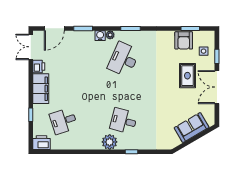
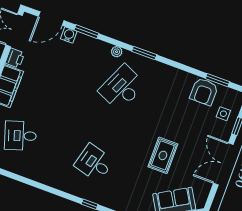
water cooler: (100, 36) -> (69, 35), moved
rug: (187, 76) -> (163, 155), moved
plant: (110, 142) -> (67, 182), removed

